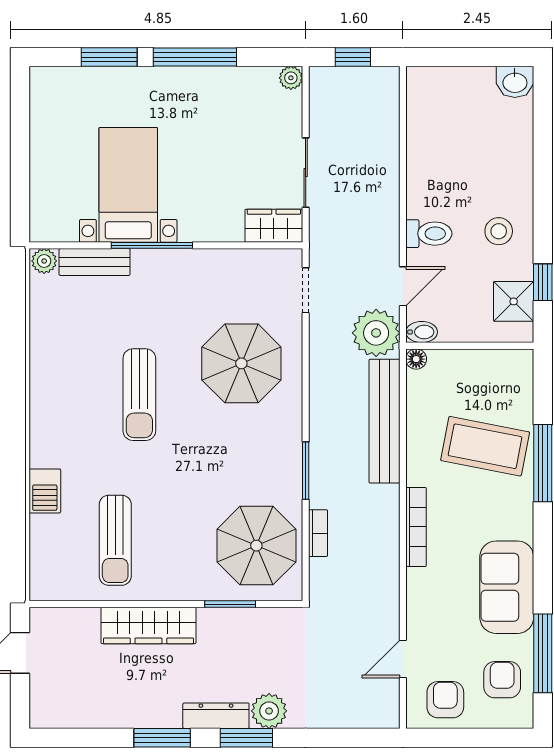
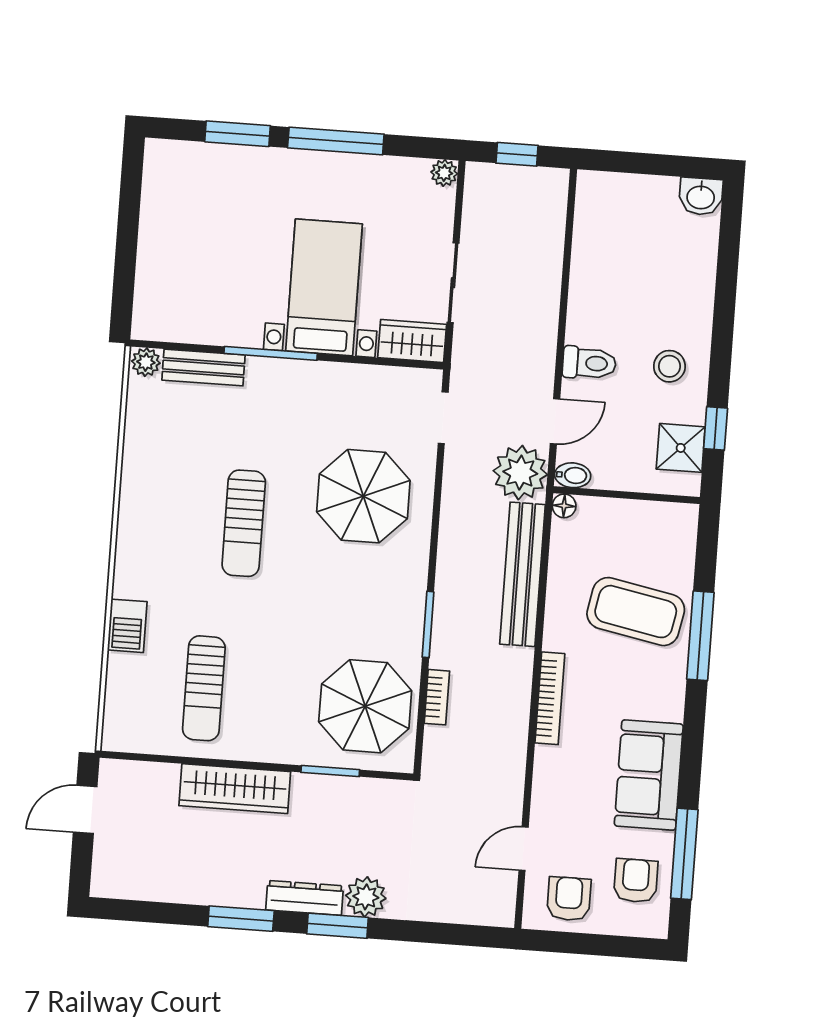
bed with nightstands: (128, 185) -> (324, 287), moved

